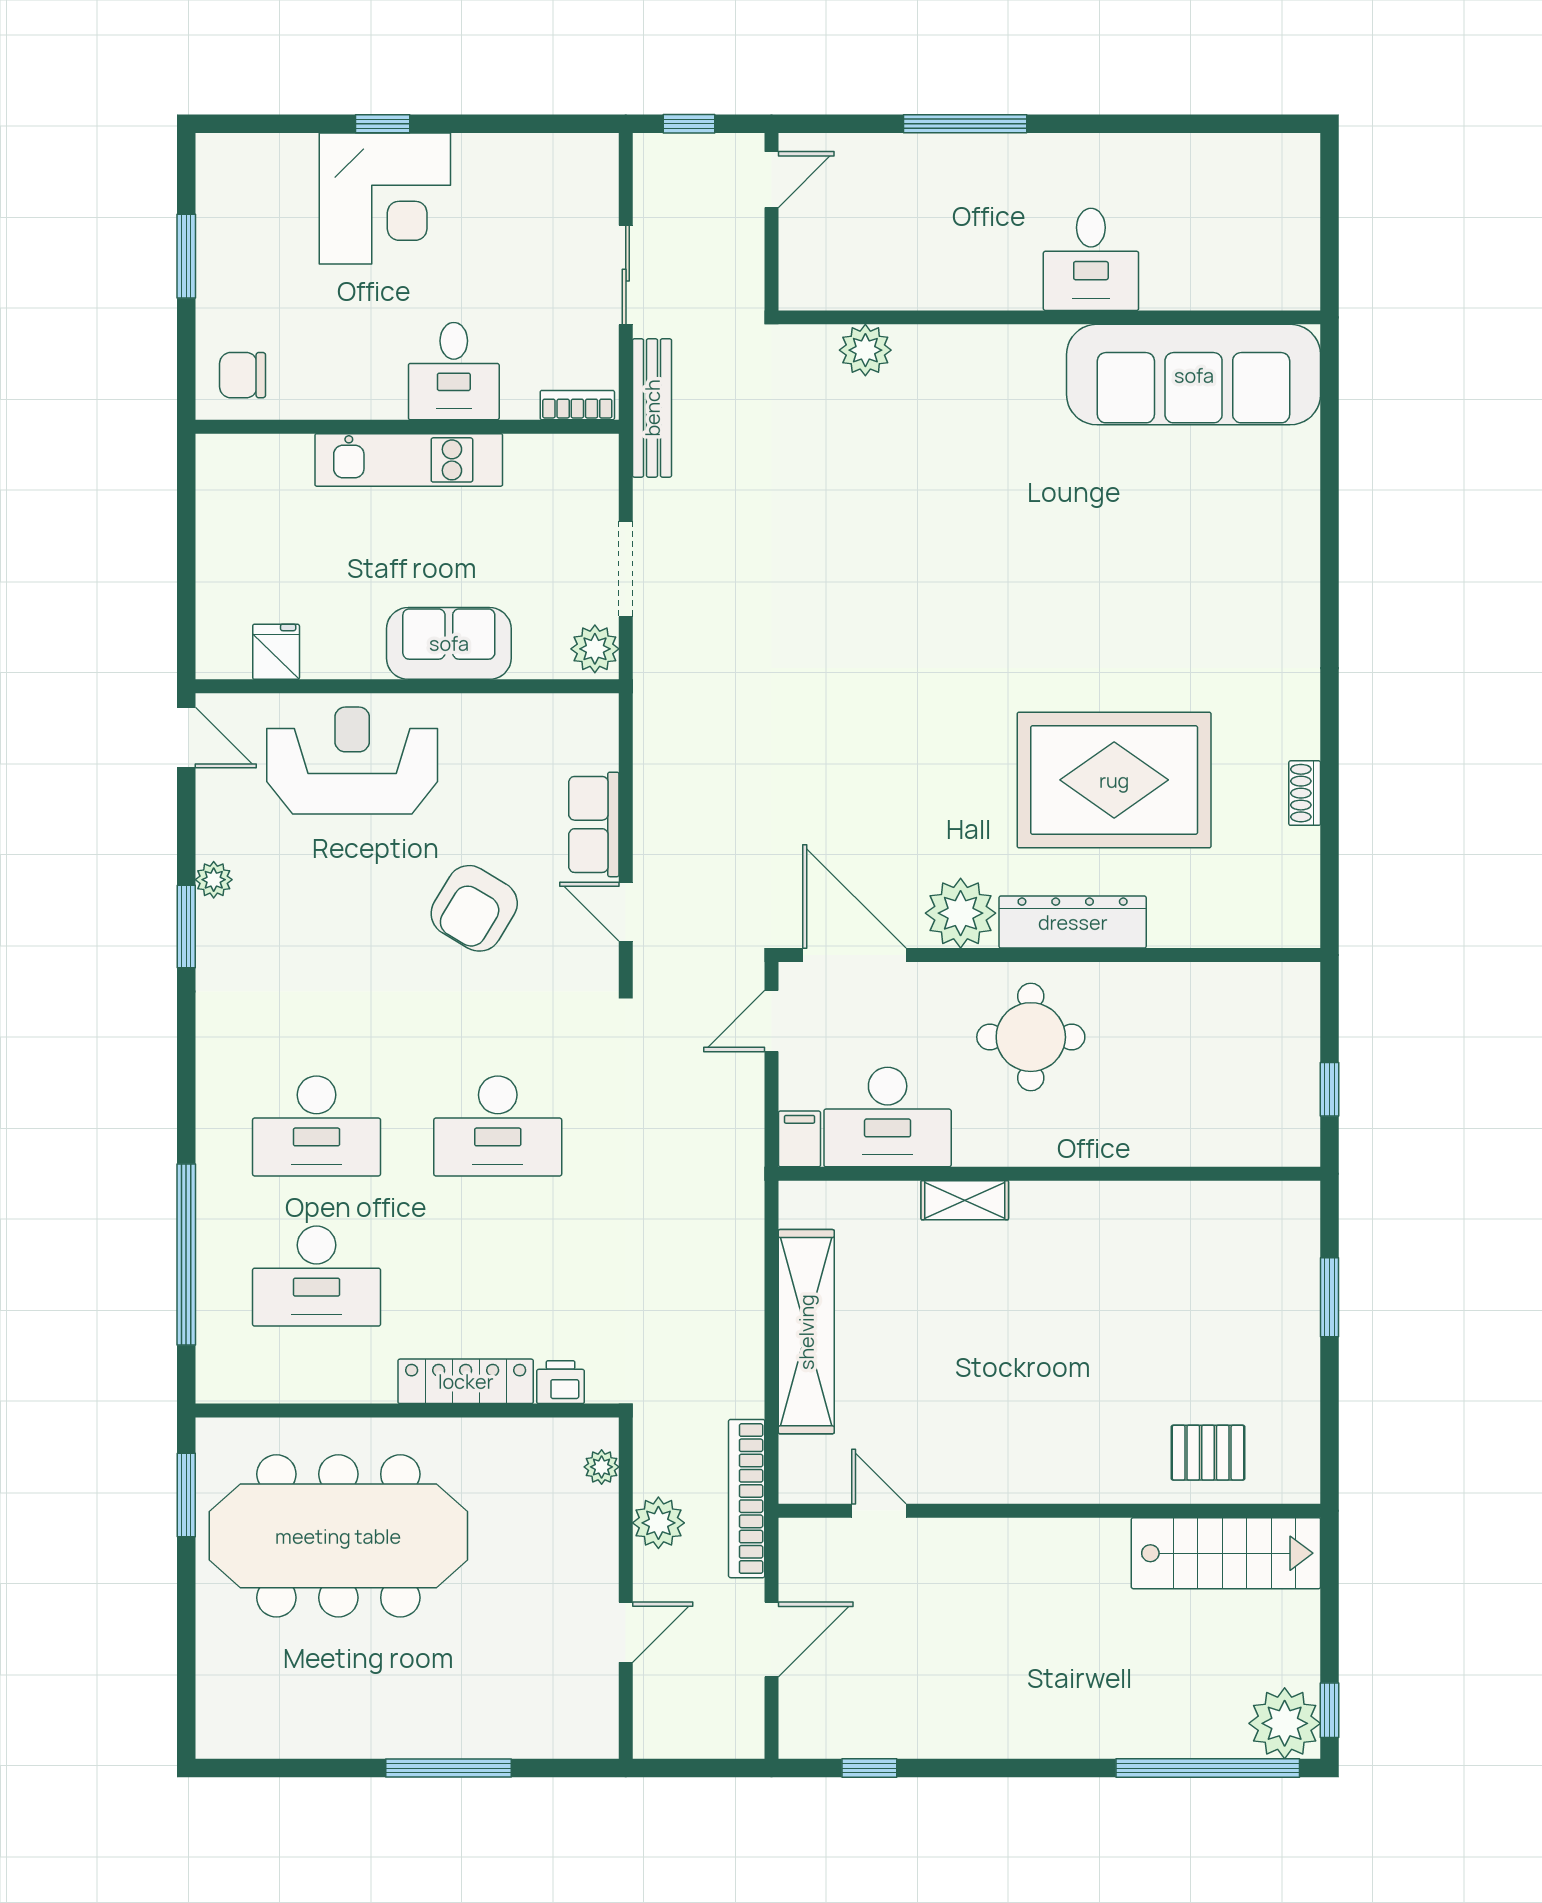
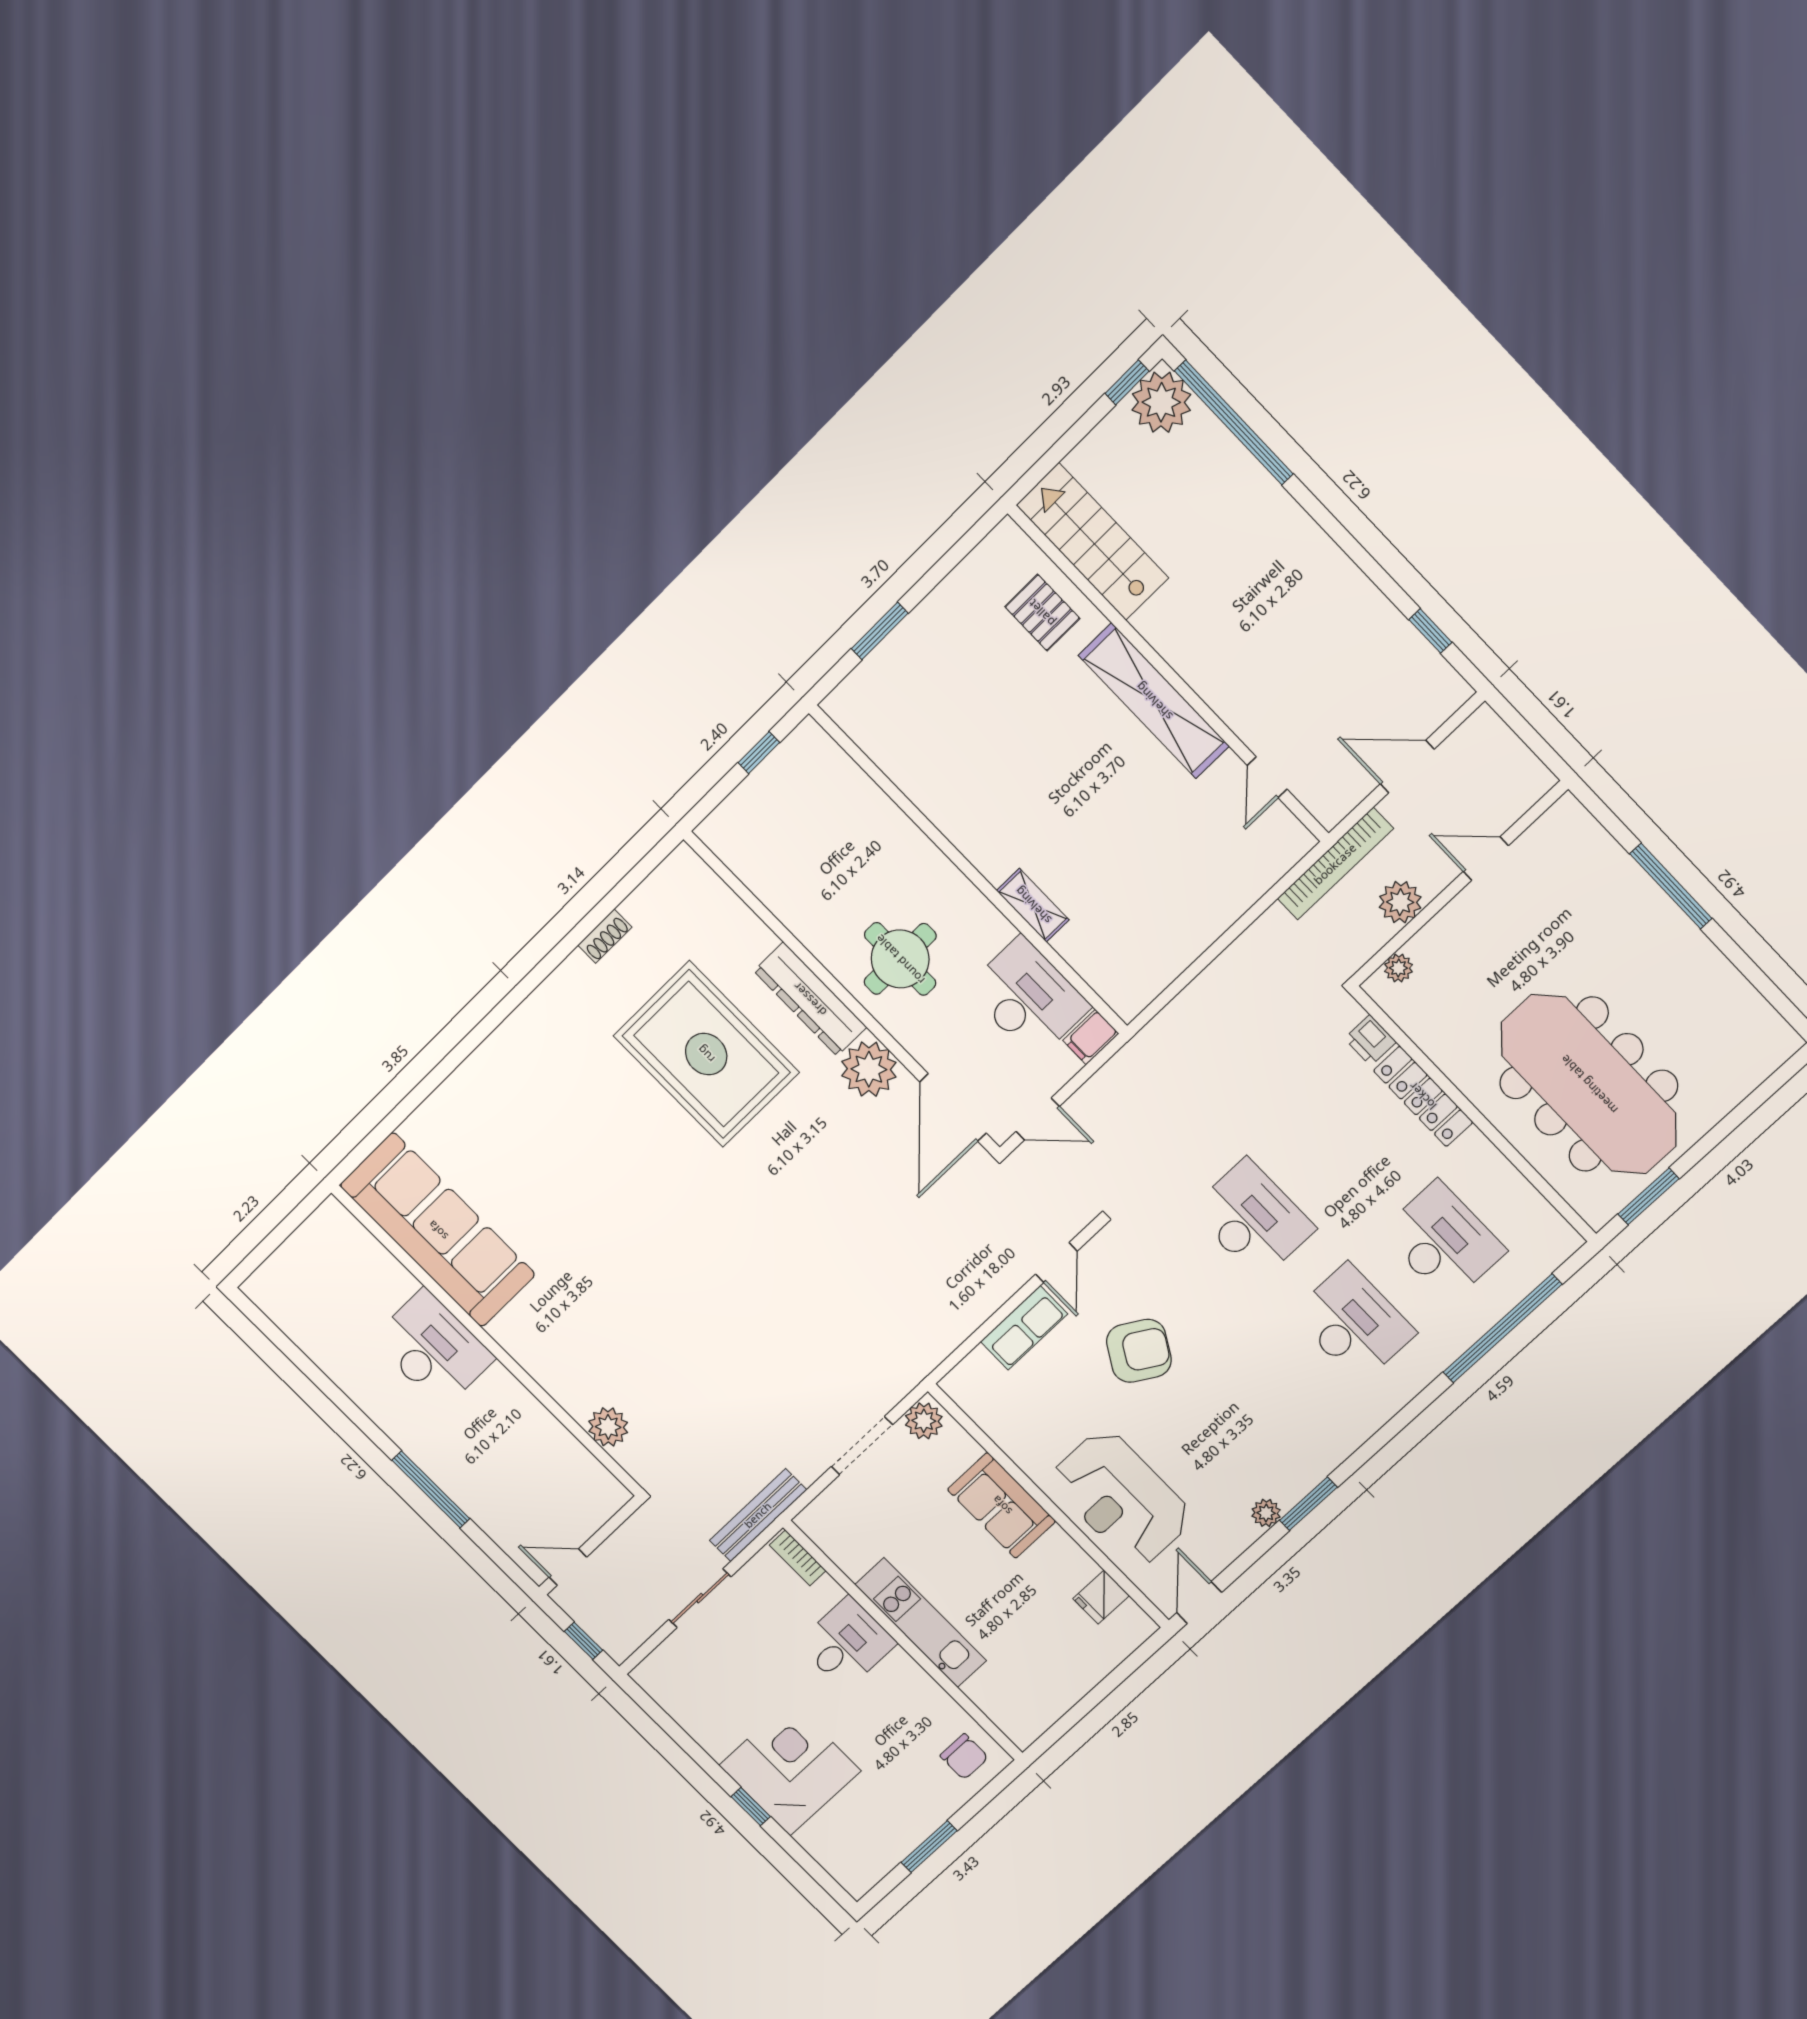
desk: (1091, 259) -> (433, 1349), width x1.37
shelving: (806, 1332) -> (1154, 701), moved, turned 90

